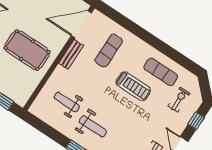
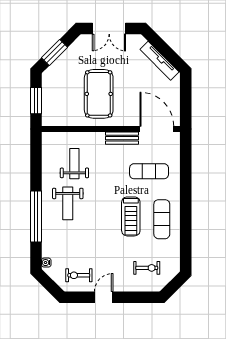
exercise mat: (161, 72) -> (162, 219), moved
window: (196, 121) -> (137, 297), removed

